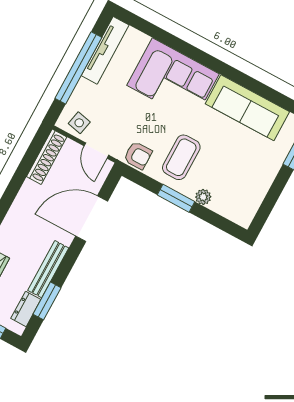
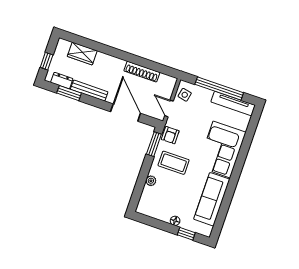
door: (96, 151) -> (169, 108), hinge flipped
shoe rack: (47, 157) -> (142, 72), moved
floor lamp: (271, 170) -> (175, 221), added
window: (176, 198) -> (154, 144), moved

